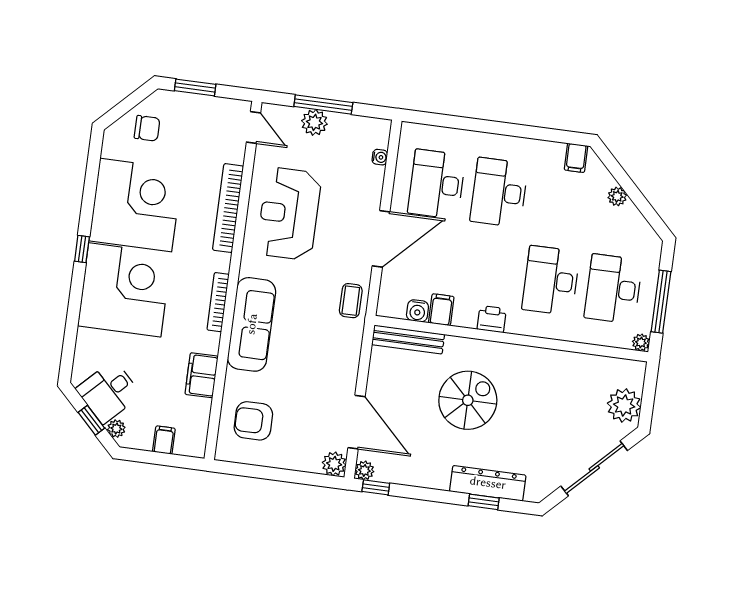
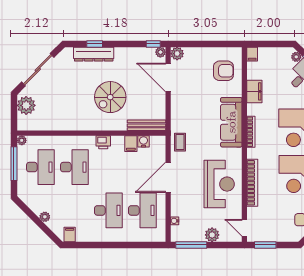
window: (195, 87) -> (265, 245), moved
window: (323, 105) -> (191, 245), moved
filing cabinet: (164, 440) -> (252, 54), moved

